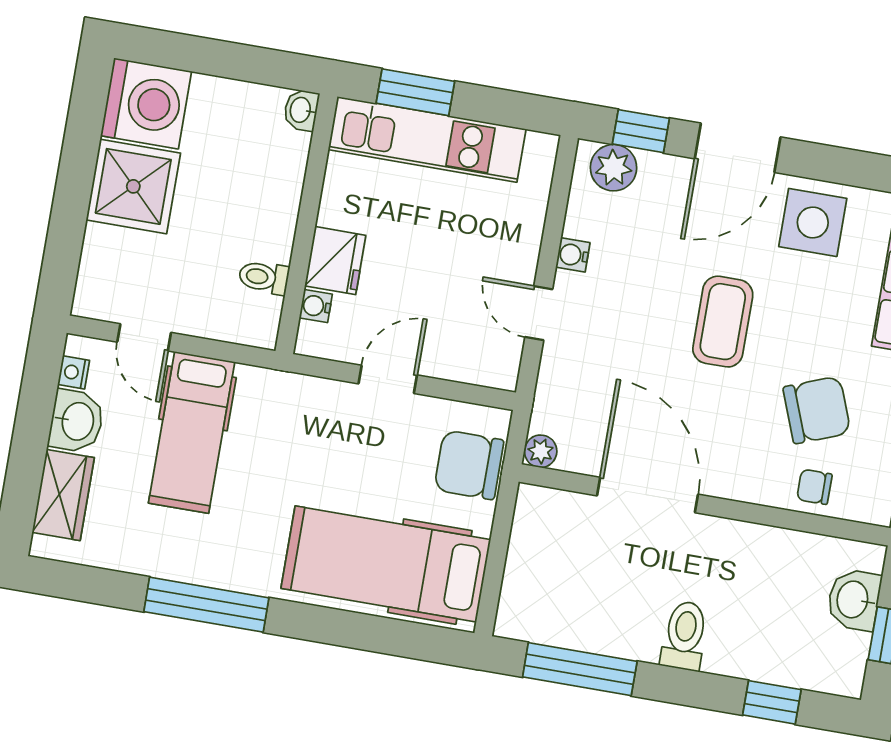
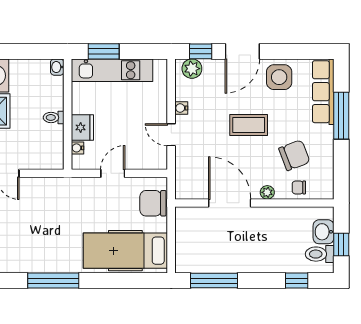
toilet: (264, 277) -> (54, 117), moved
coffee table: (723, 322) -> (249, 125), turned 90
hospital bed: (192, 432) -> (35, 210), removed
plant: (541, 451) -> (267, 192), moved
toilet: (684, 636) -> (320, 254), moved, turned -90

